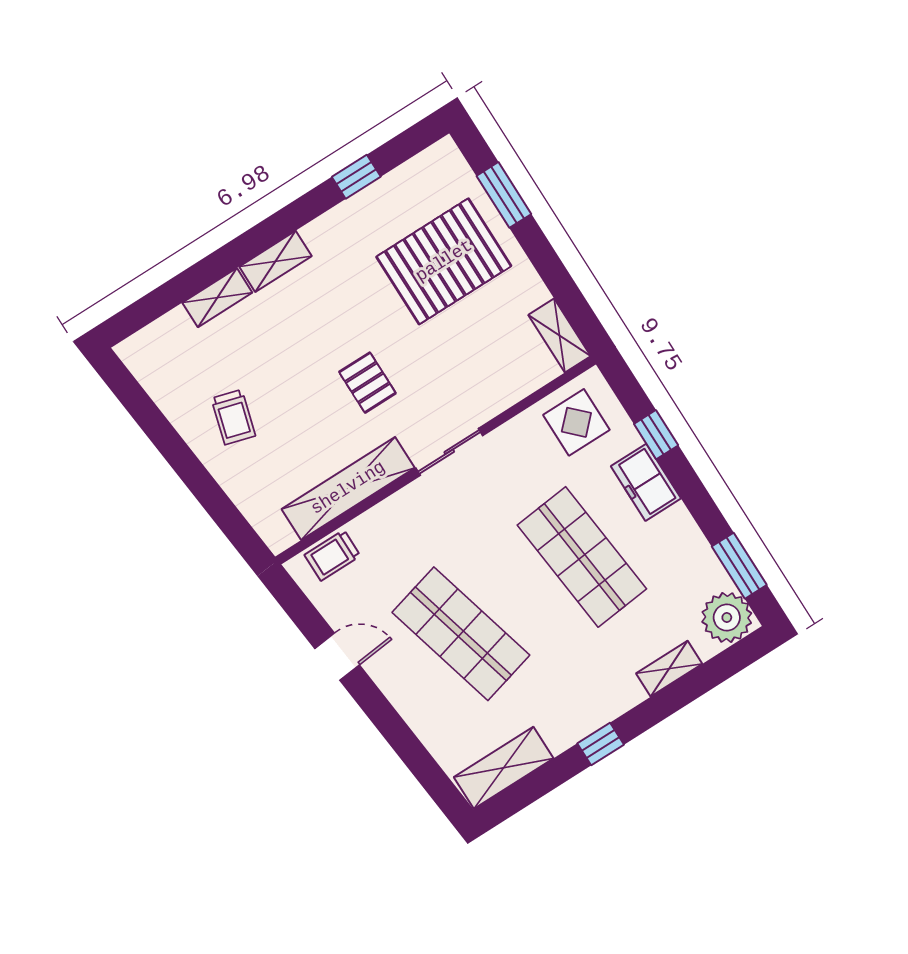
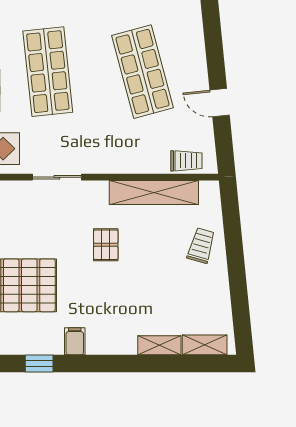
filing cabinet: (329, 234) -> (75, 341), added
shelving: (275, 261) -> (205, 345), moved
trolley: (233, 417) -> (201, 246), moved
sliding door: (449, 452) -> (57, 177), moved

